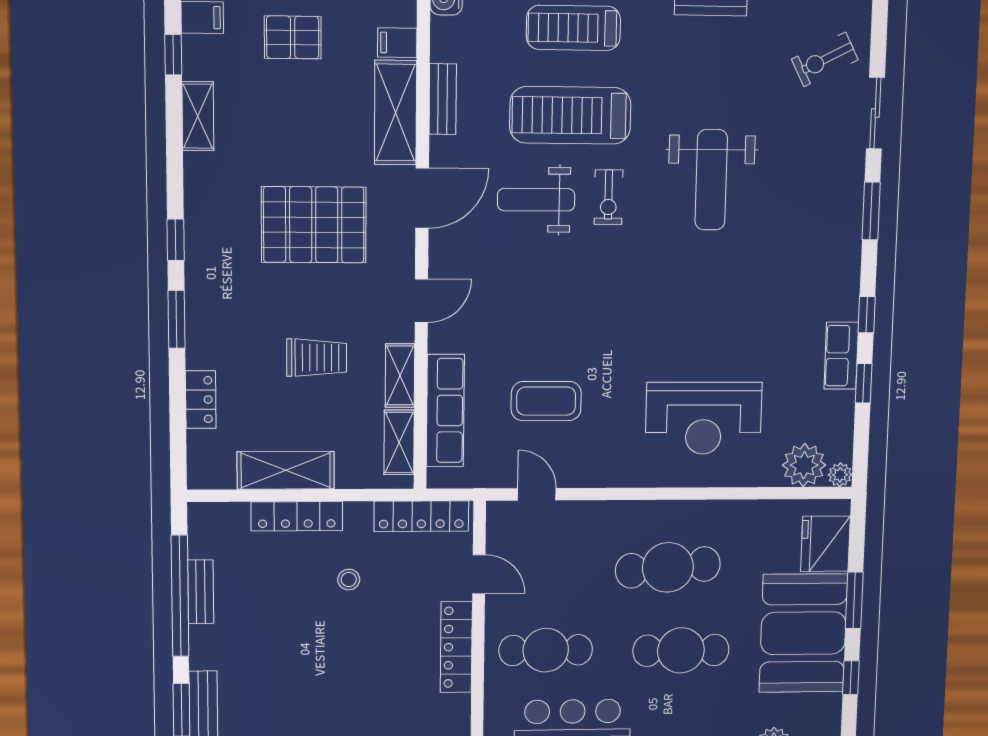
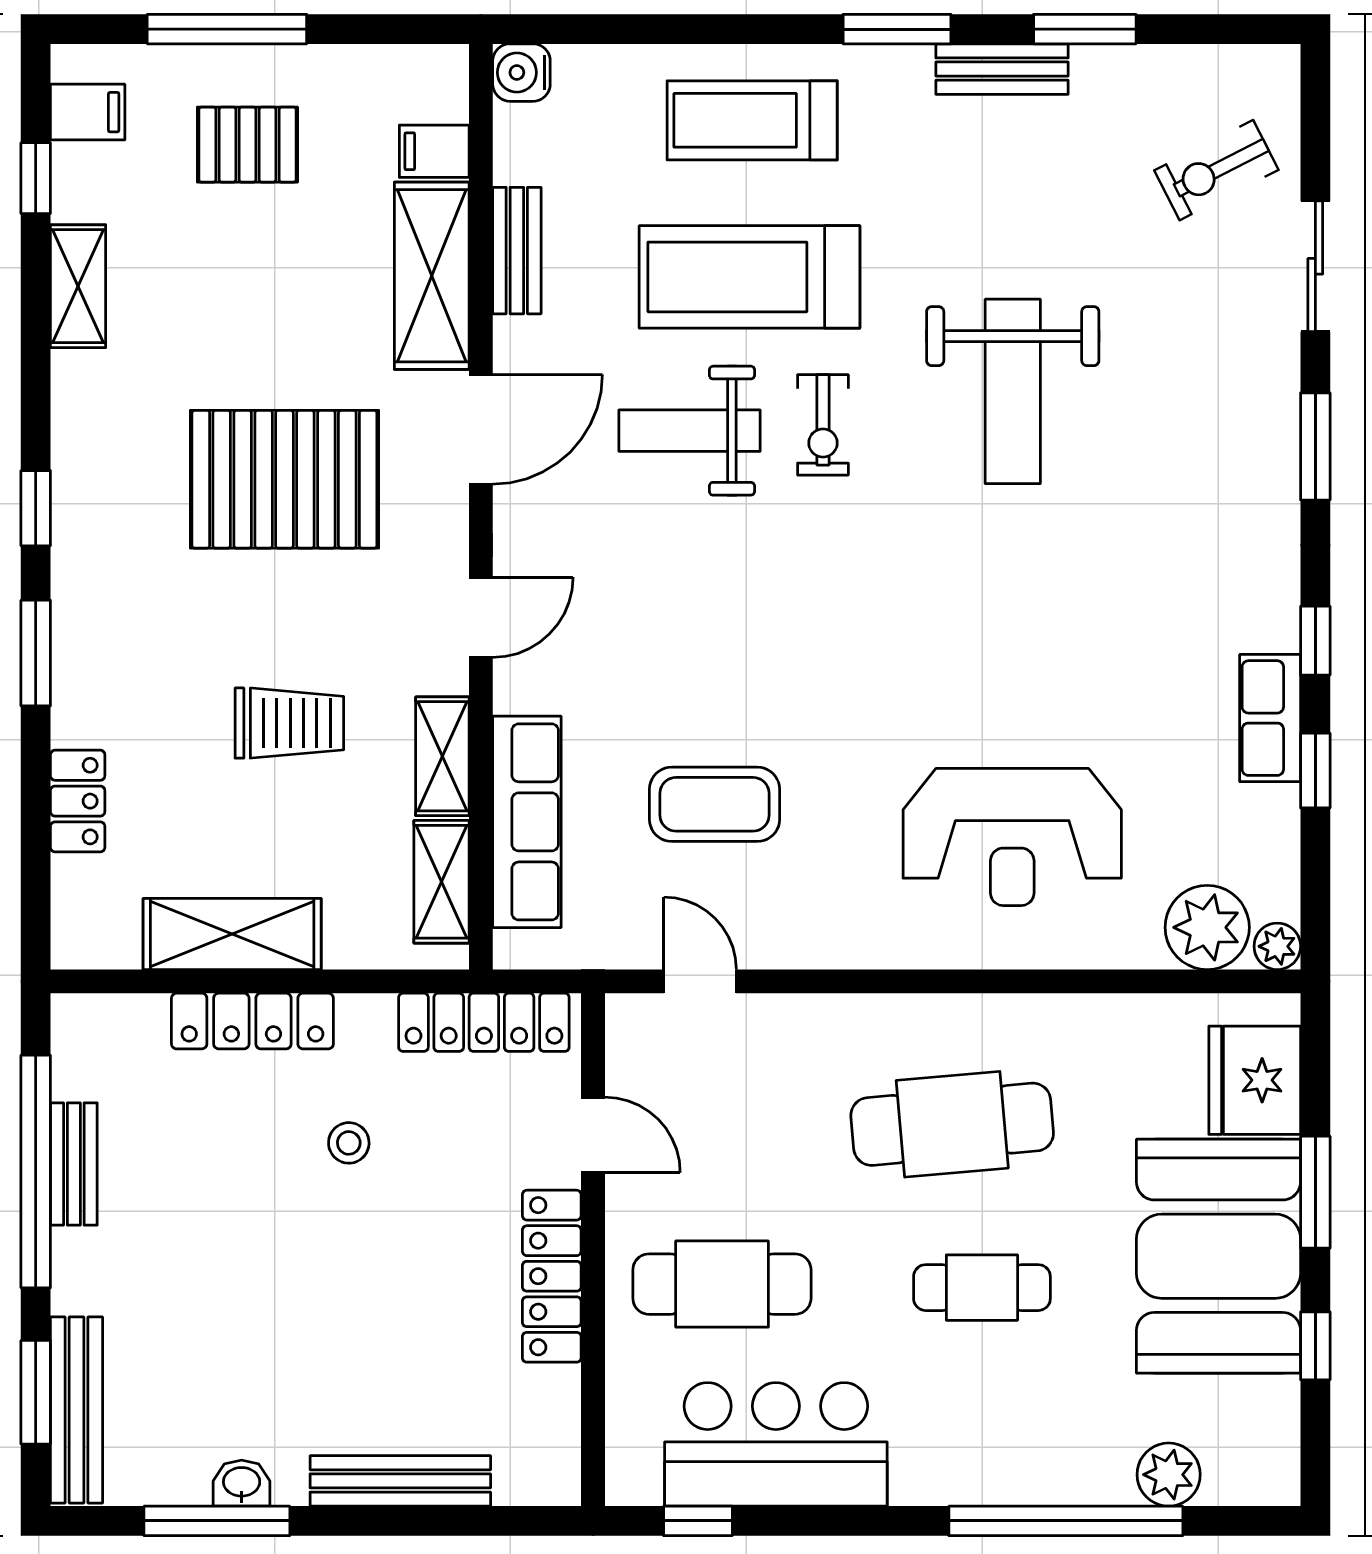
cafe table: (681, 650) -> (982, 1288), width x0.73, depth x0.74

